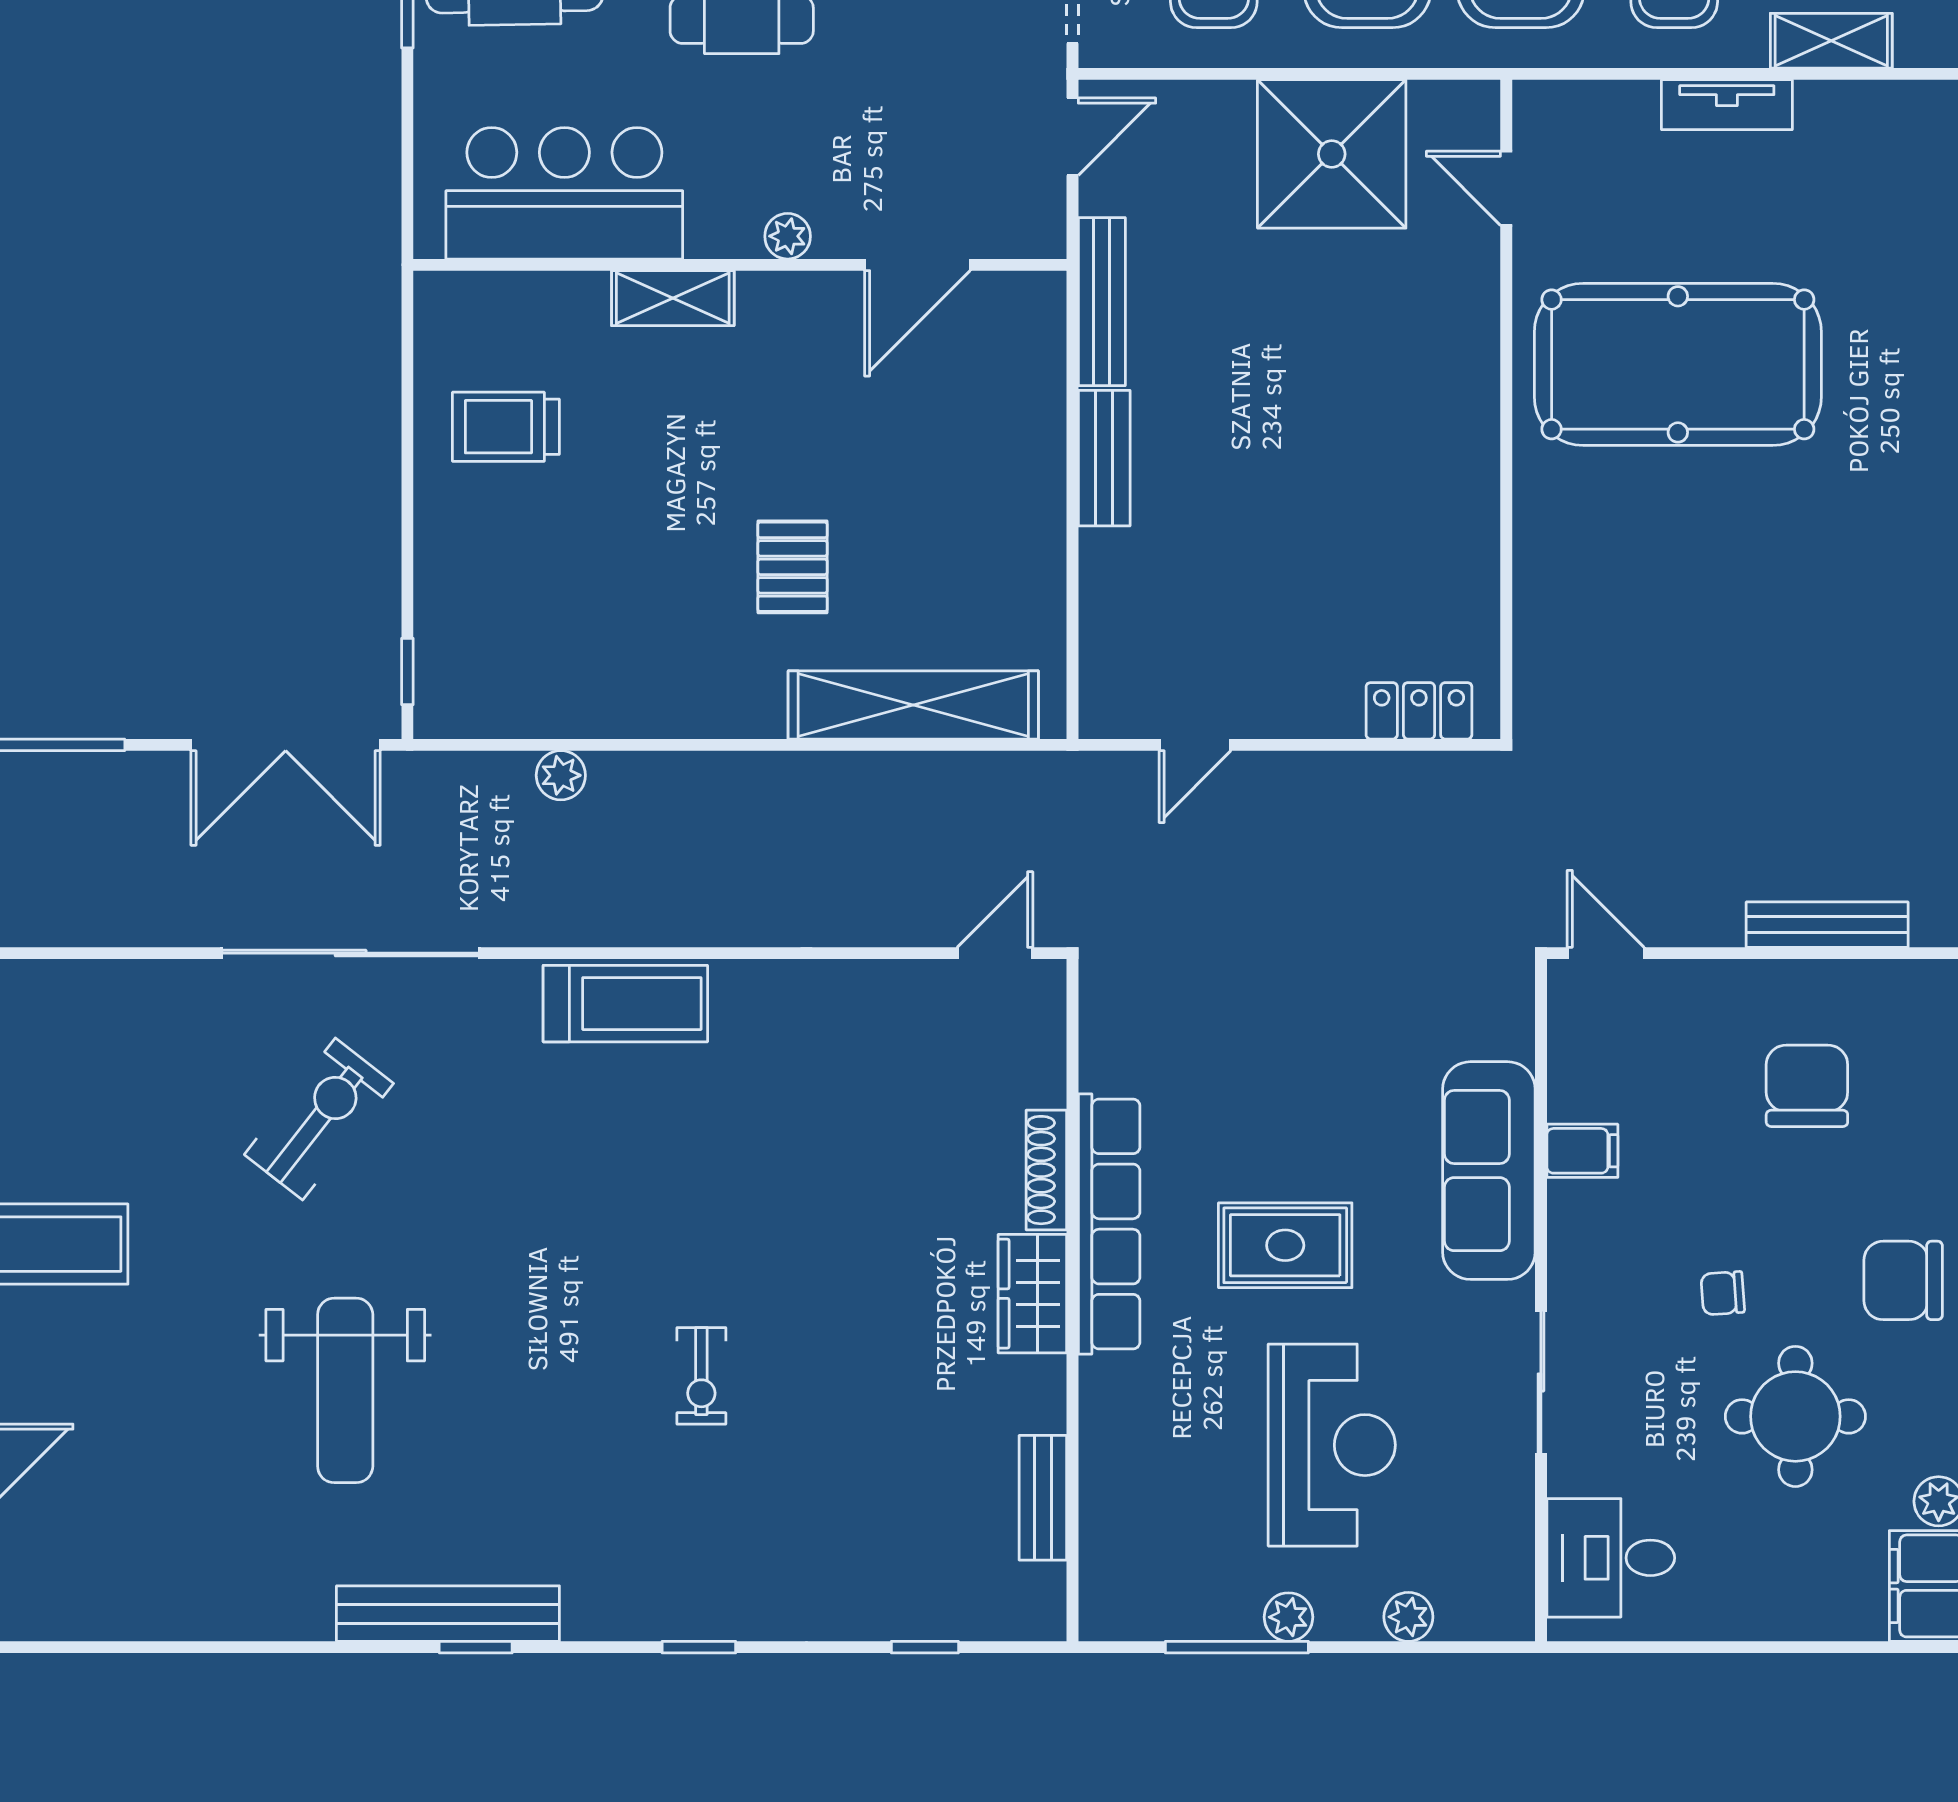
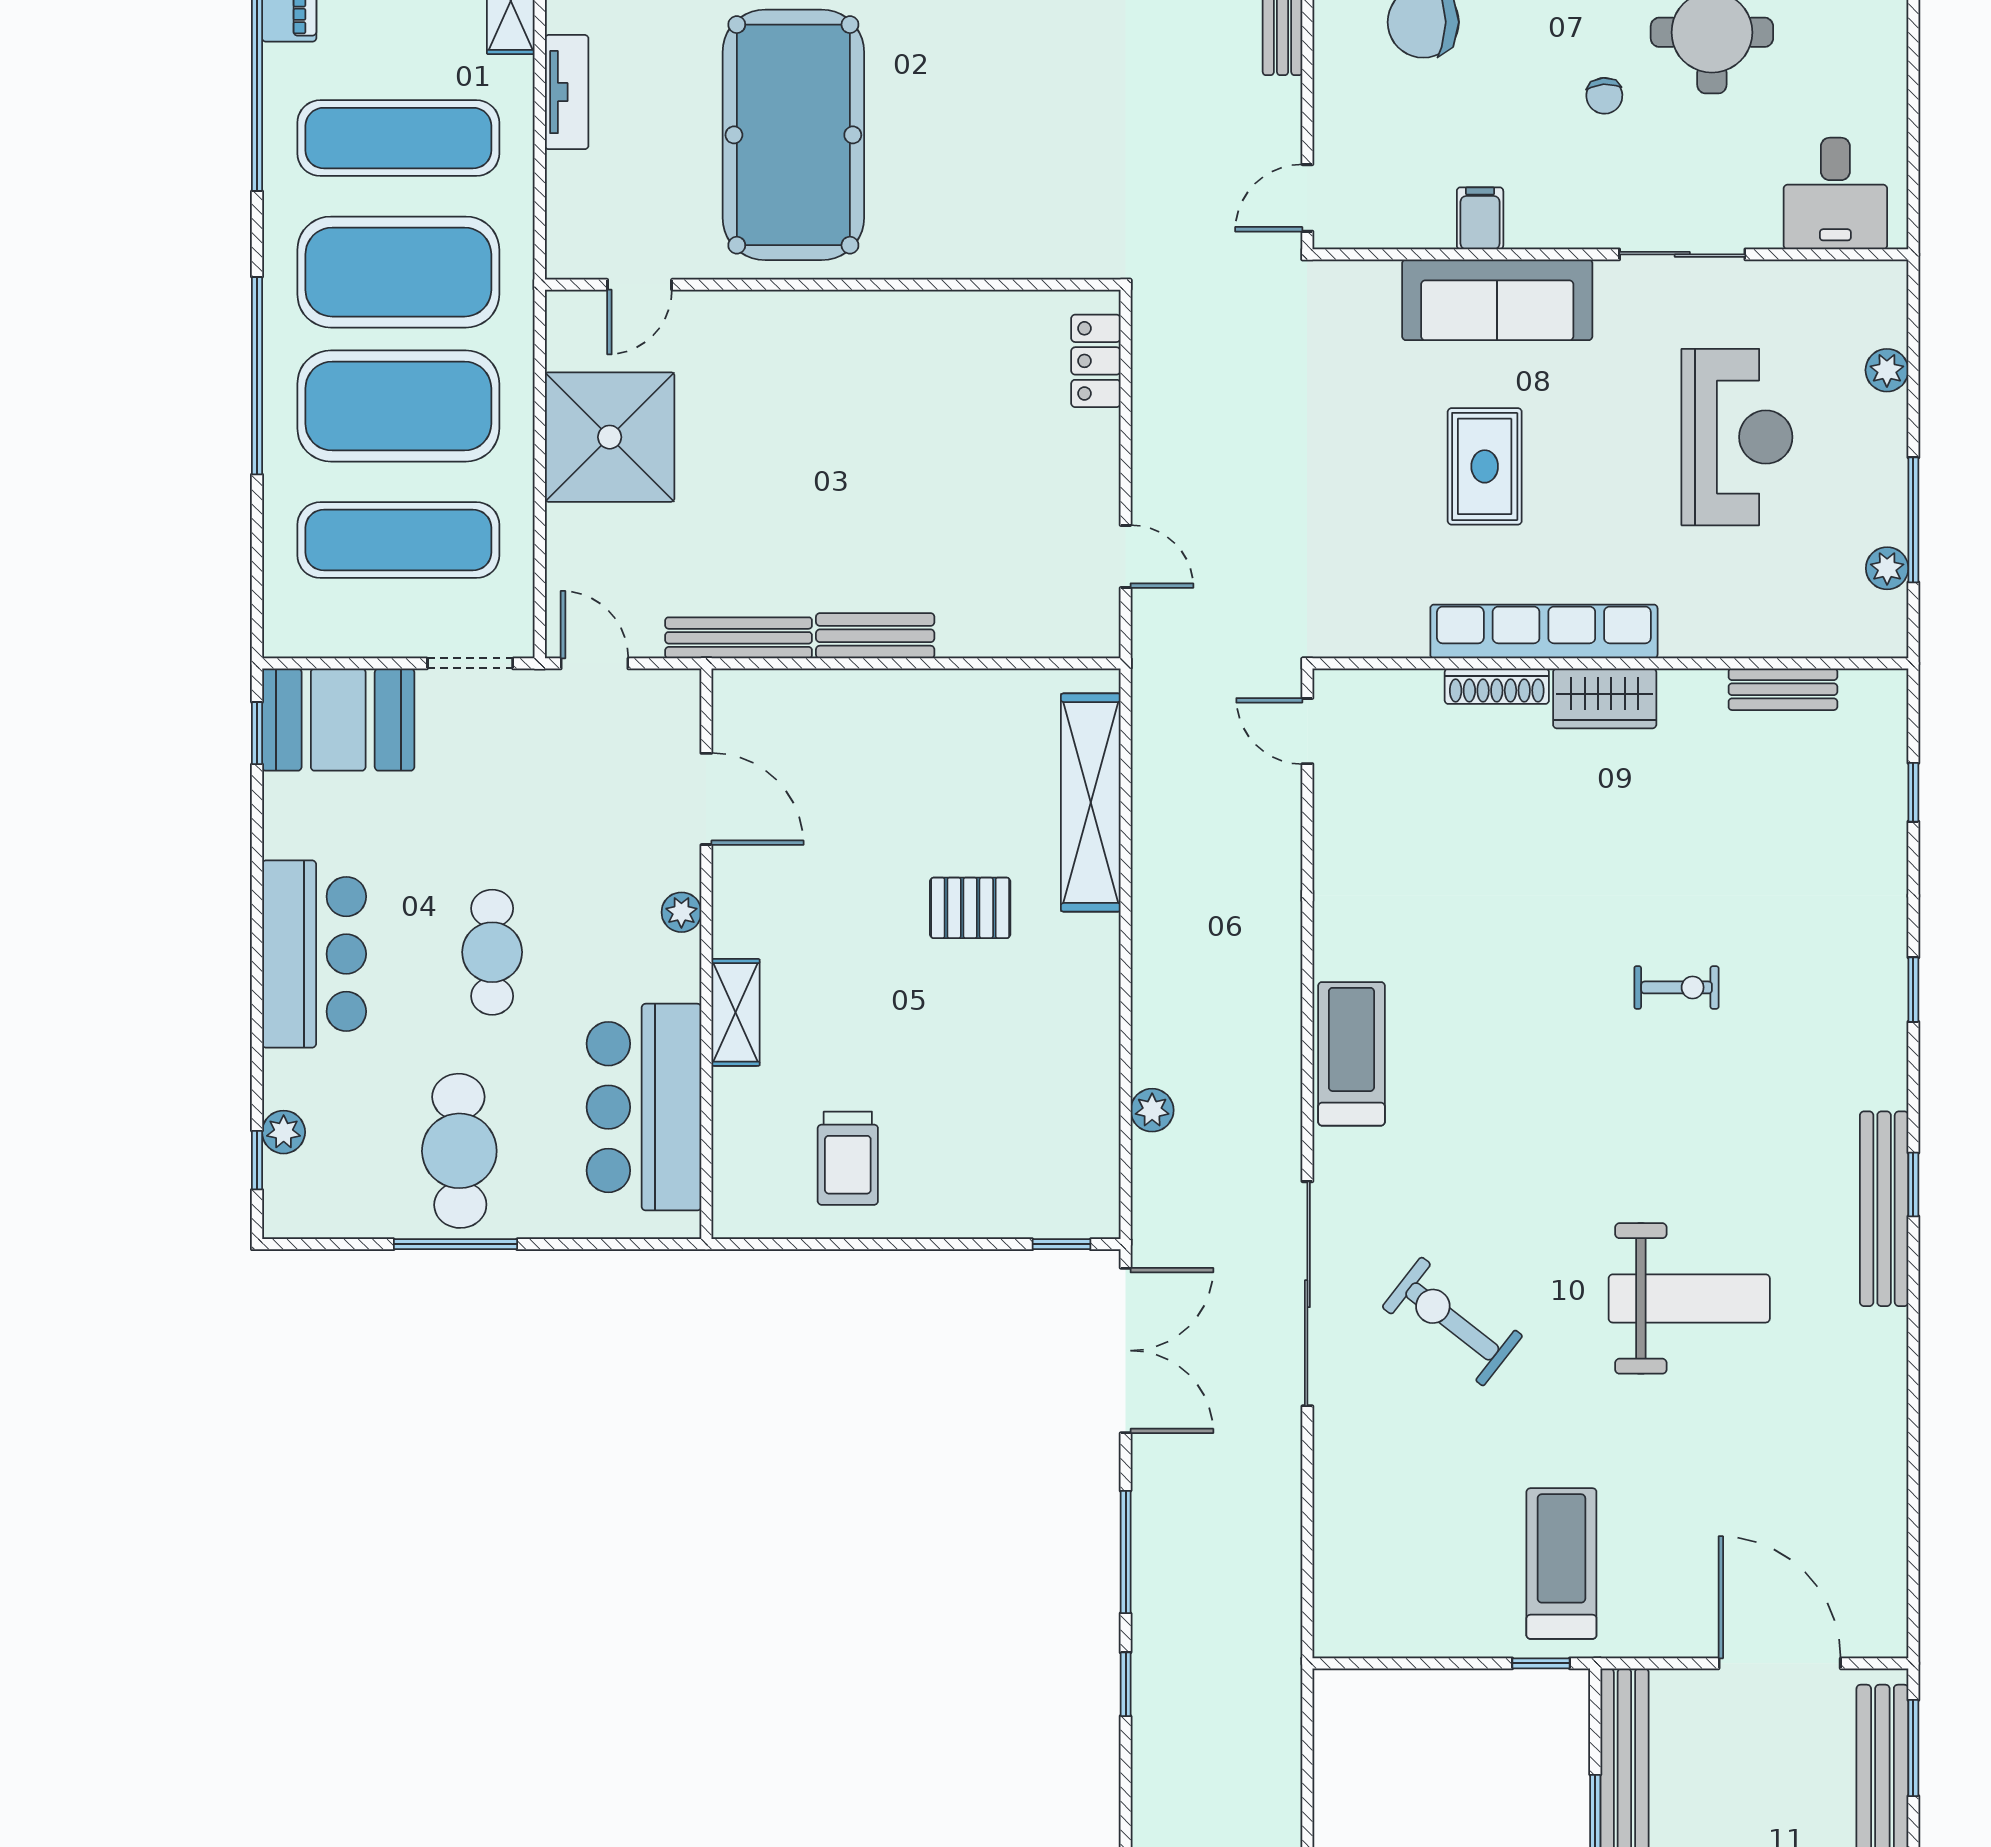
rug: (1285, 1245) -> (1485, 466), moved
reception desk: (1332, 1445) -> (1737, 437), turned 90
plant: (1288, 1617) -> (1887, 568), moved

